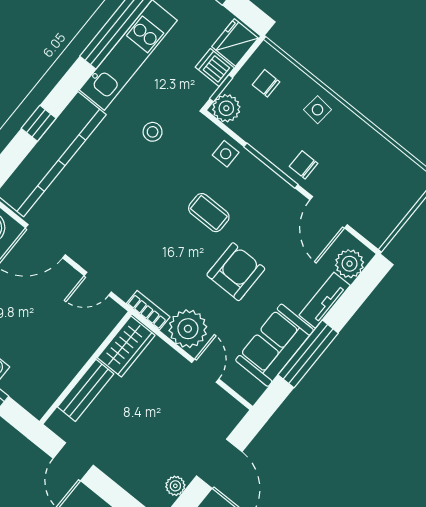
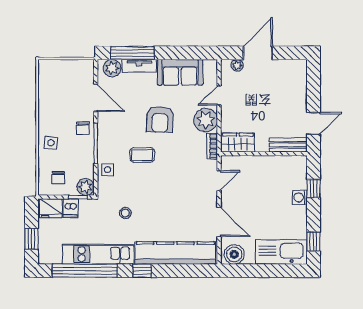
window: (39, 123) -> (142, 271), moved
door: (329, 212) -> (96, 98), hinge flipped
coffee table: (209, 213) -> (142, 155), turned 90
armchair: (236, 272) -> (160, 119), turned -88
door: (98, 284) -> (219, 180), hinge flipped
window: (308, 354) -> (132, 53), moved
bench: (86, 390) -> (288, 145), moved
plant: (175, 486) -> (237, 65), moved

